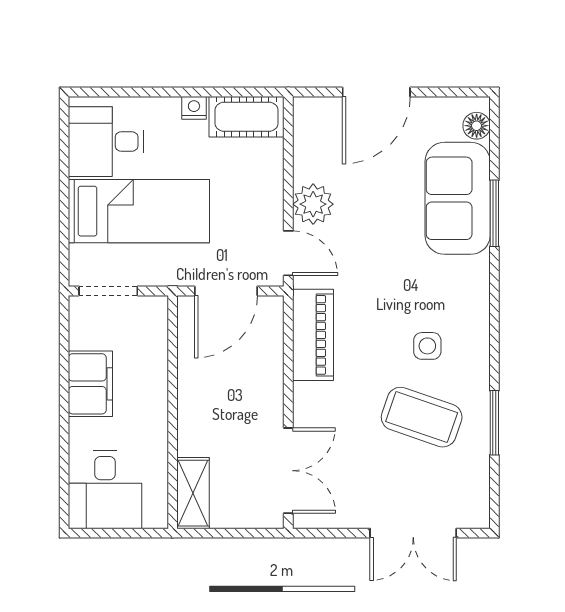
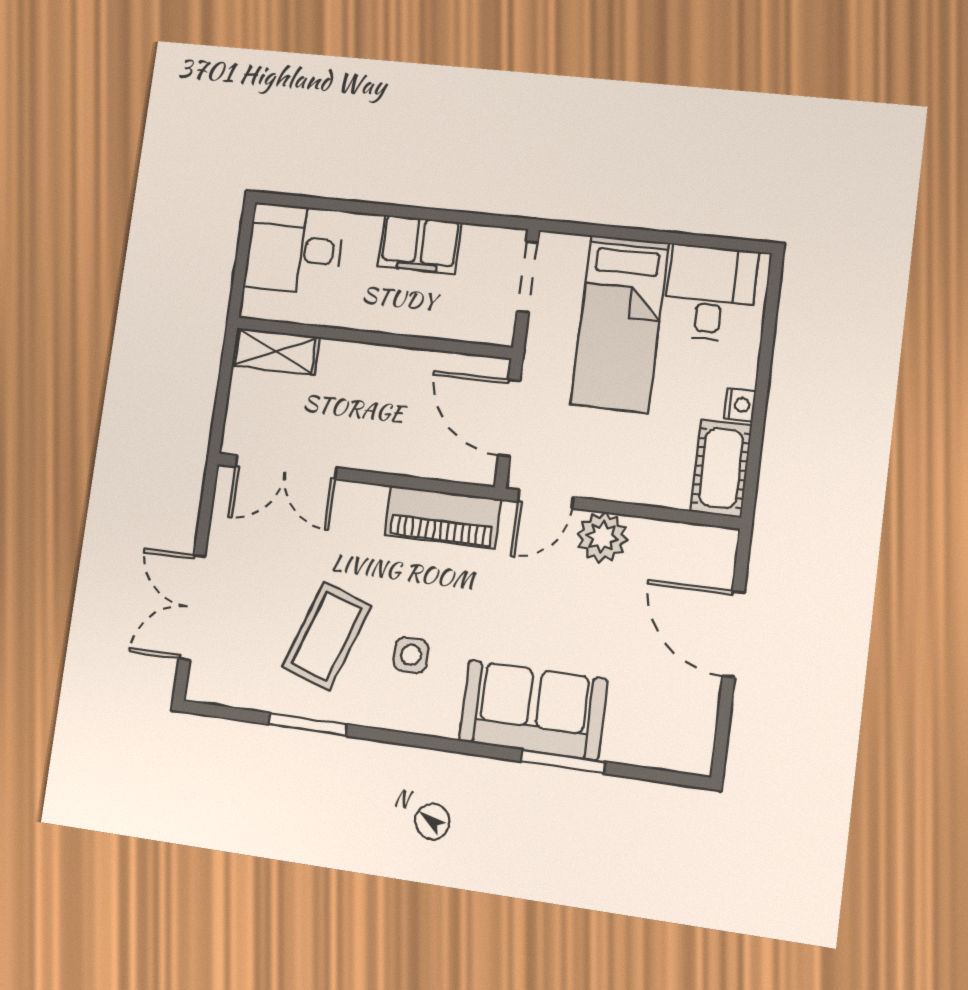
floor lamp: (477, 126) -> (676, 755), removed
sofa: (458, 198) -> (533, 710), moved

